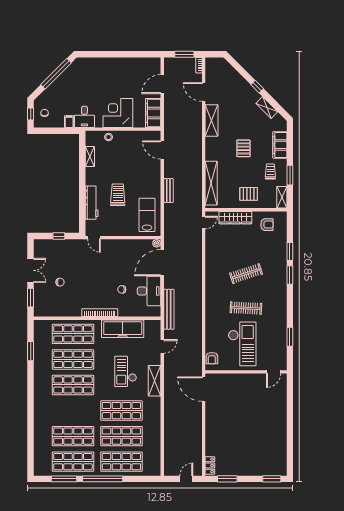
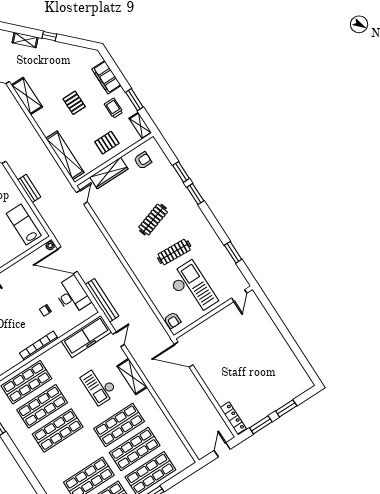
shelving: (267, 108) -> (25, 40), moved
door: (162, 263) -> (67, 260), hinge flipped
freezer: (123, 329) -> (86, 336), moved
locker: (210, 465) -> (233, 418), width x1.53
window: (272, 479) -> (286, 408), moved

